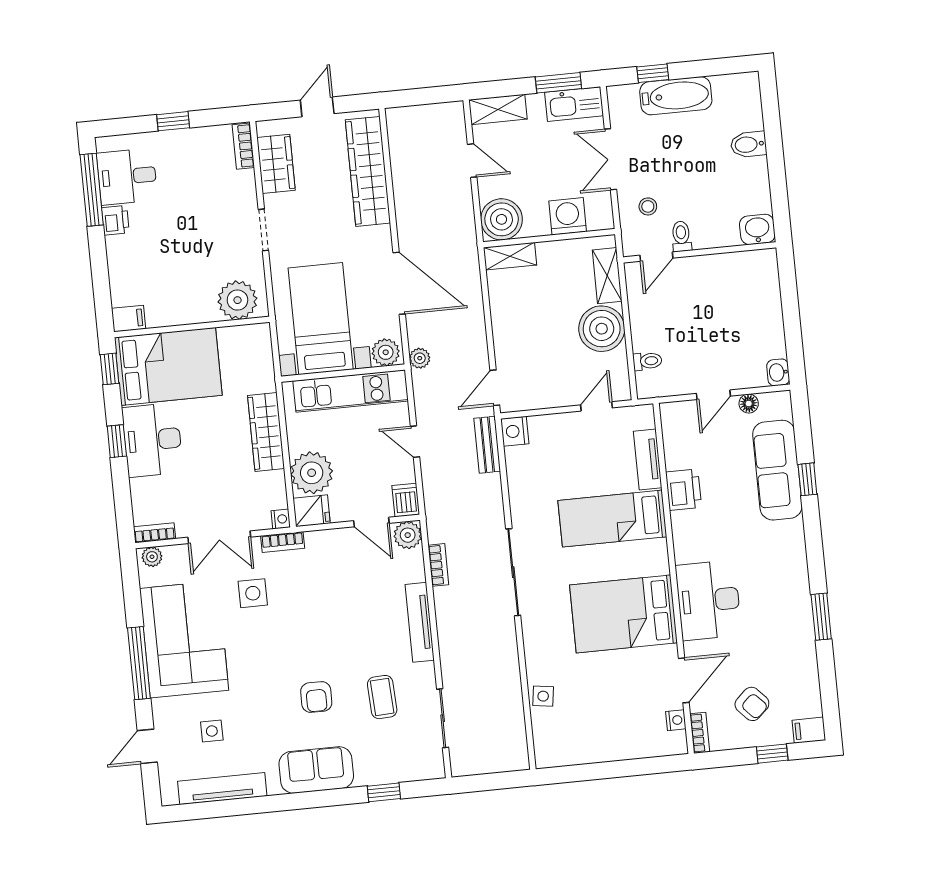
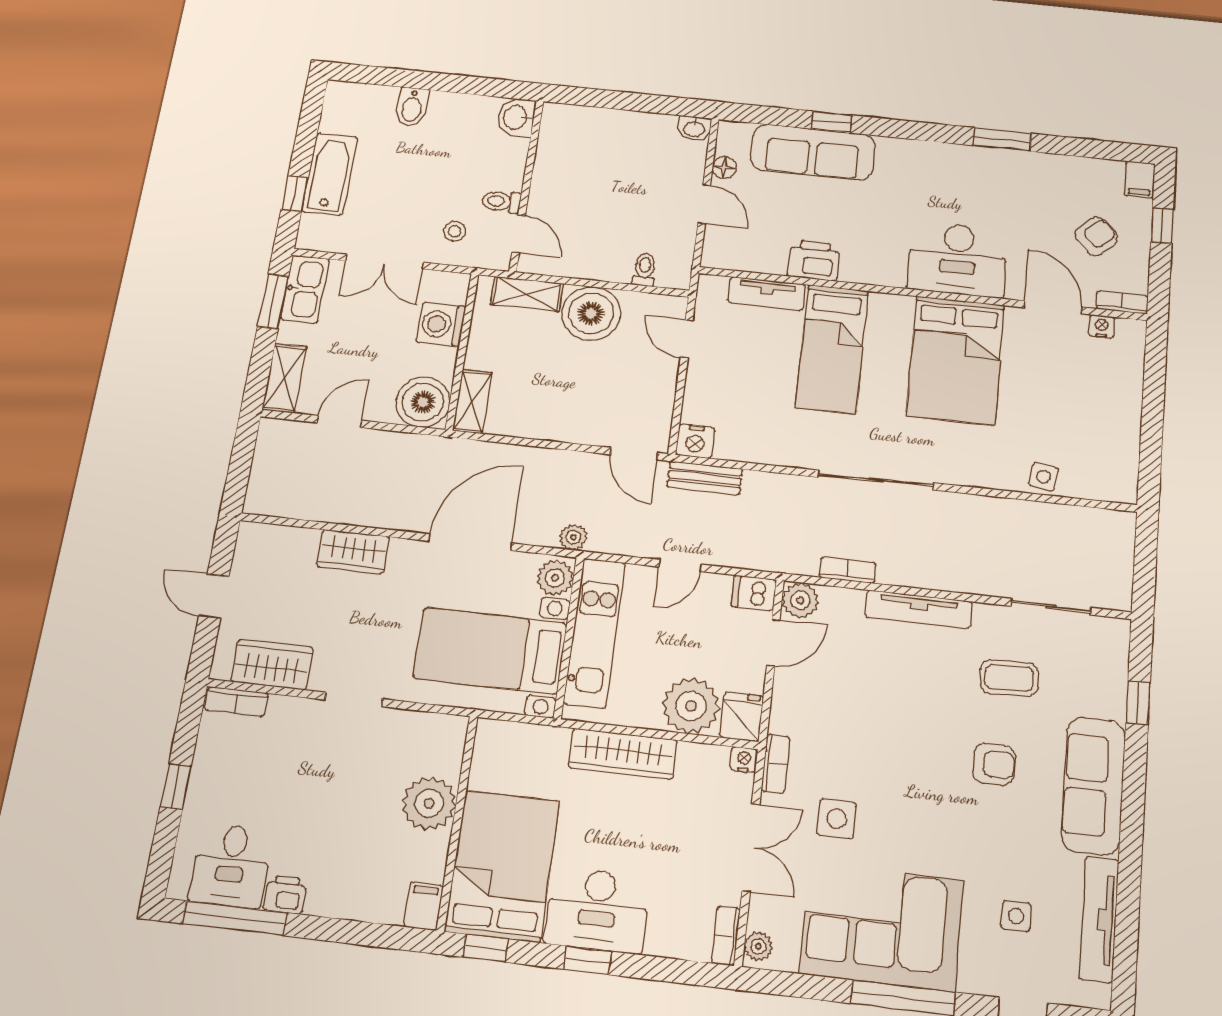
wardrobe: (368, 171) -> (353, 552), width x0.48, depth x0.85
plant: (237, 300) -> (429, 803), moved
sofa: (316, 770) -> (1093, 786), width x1.36

